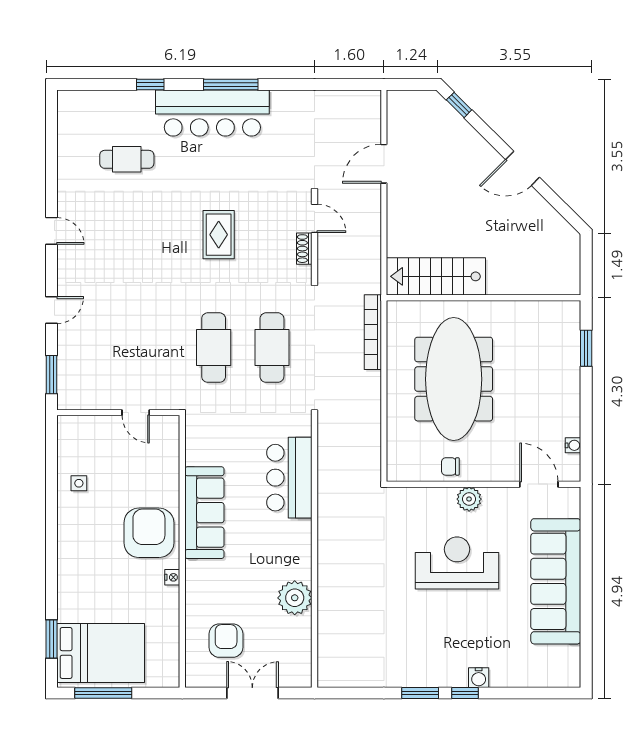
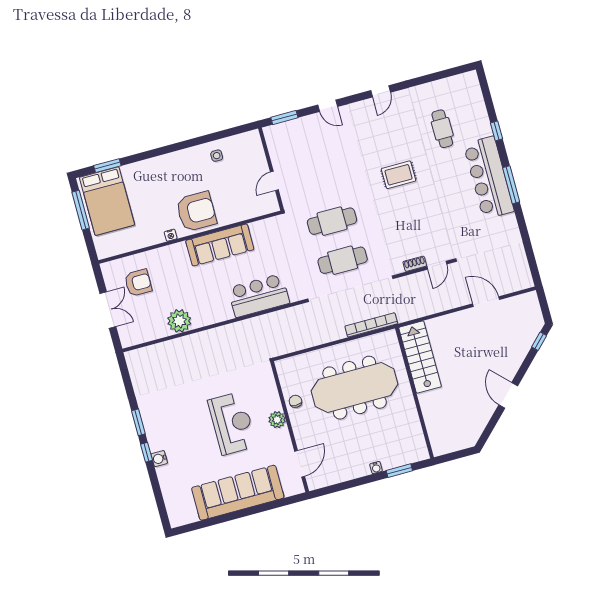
rug: (219, 235) -> (399, 175), moved
water cooler: (573, 445) -> (376, 468), moved

